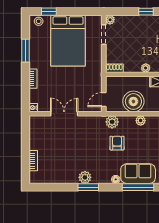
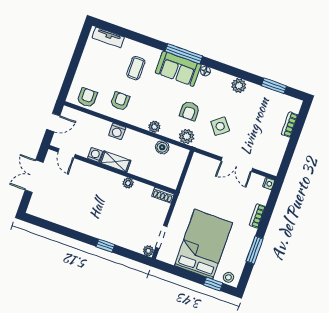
door: (104, 100) -> (187, 165), removed
boiler: (133, 101) -> (162, 147), width x0.54, depth x0.54
side table: (88, 140) -> (220, 126), added
window: (88, 187) -> (274, 86), moved

